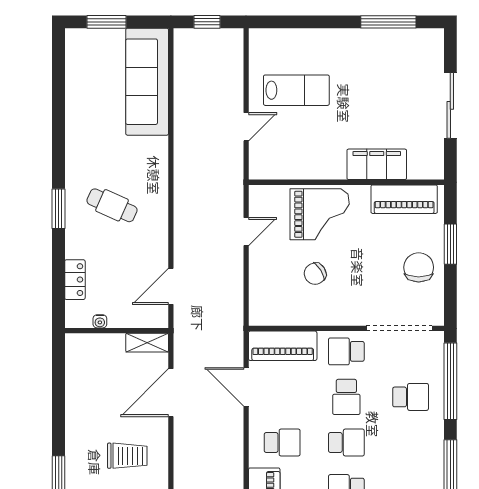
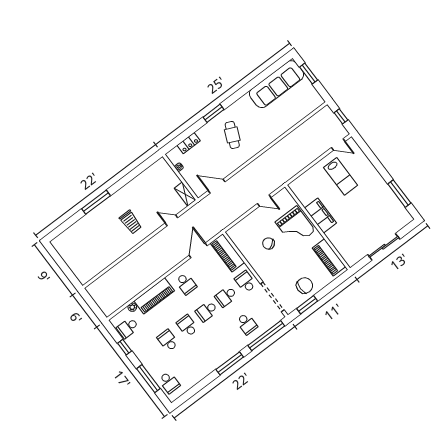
sofa: (147, 82) -> (276, 84), moved, turned 180
door: (246, 127) -> (338, 144), moved
filing cabinet: (377, 164) -> (321, 216), moved
window: (450, 244) -> (307, 305), moved
door: (171, 393) -> (171, 220), width x0.53
school desk: (346, 442) -> (207, 311), turned 90

